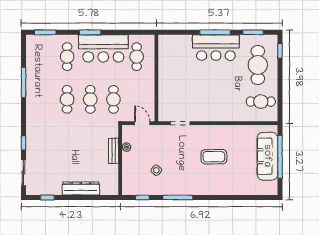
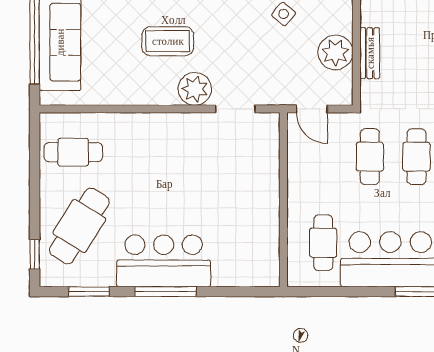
cafe table: (258, 65) -> (79, 226), turned 32
plant: (200, 133) -> (195, 89), added
plant: (127, 147) -> (335, 52), width x1.87, depth x1.87

